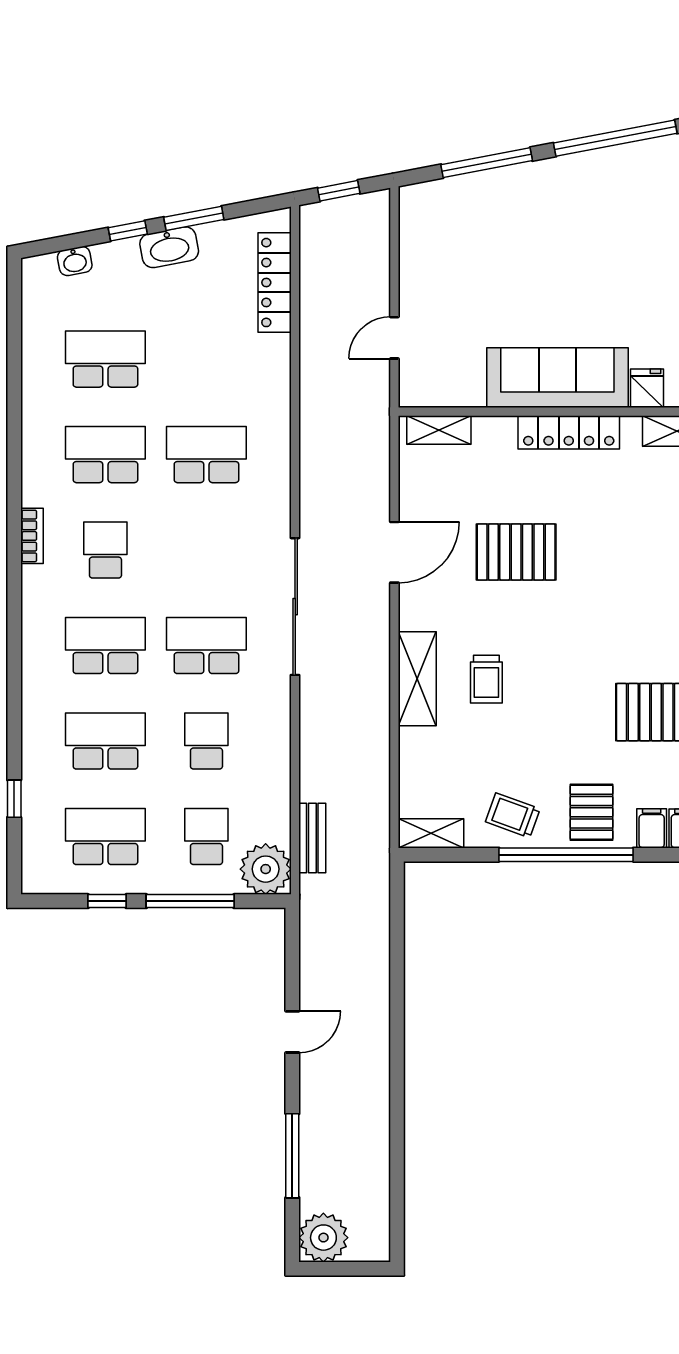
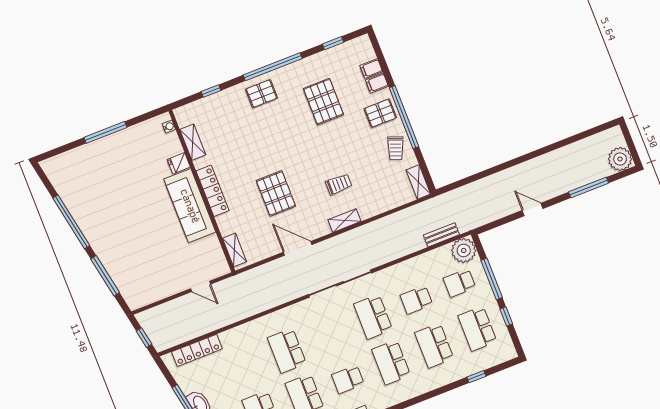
shelving: (417, 679) -> (344, 221), width x0.67, depth x0.75

